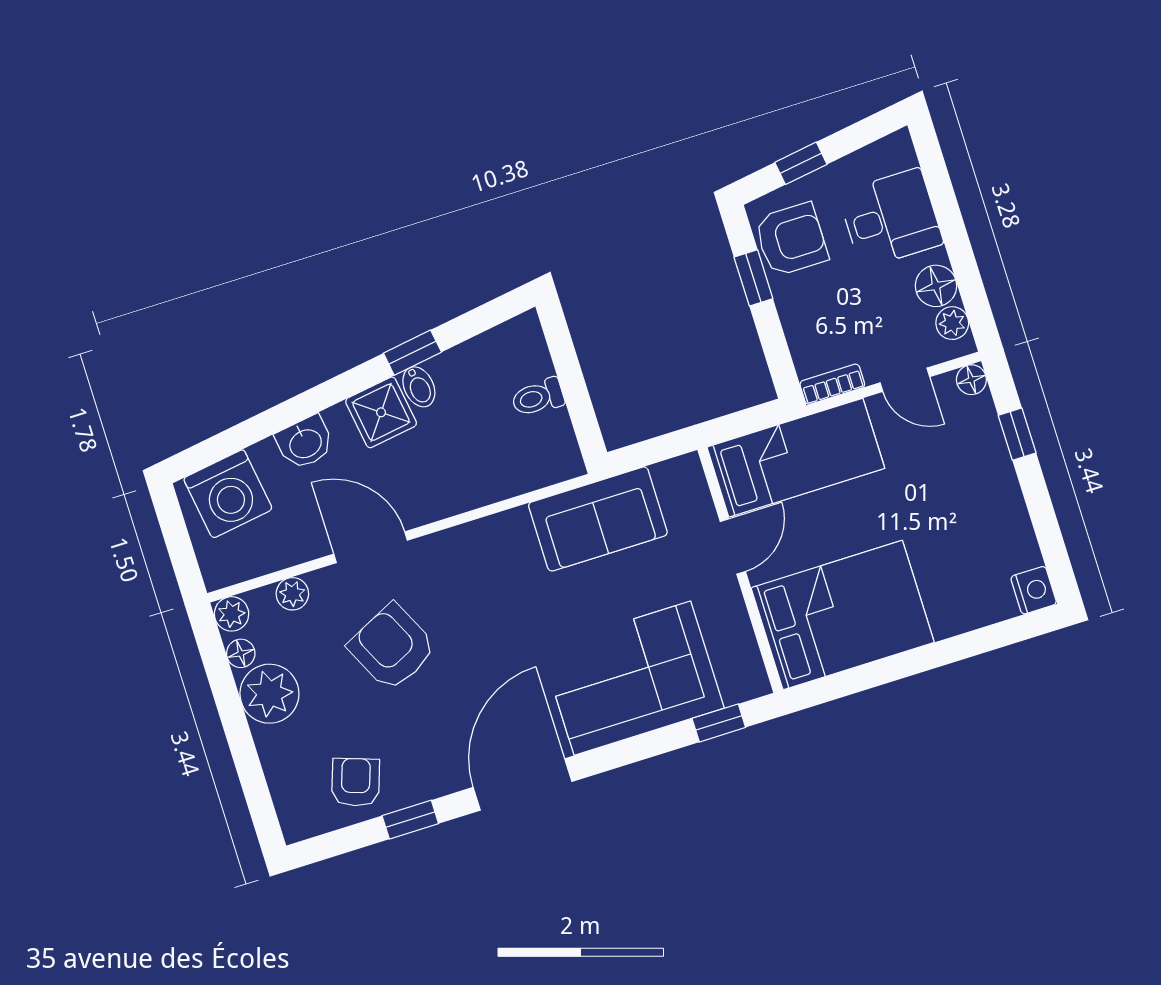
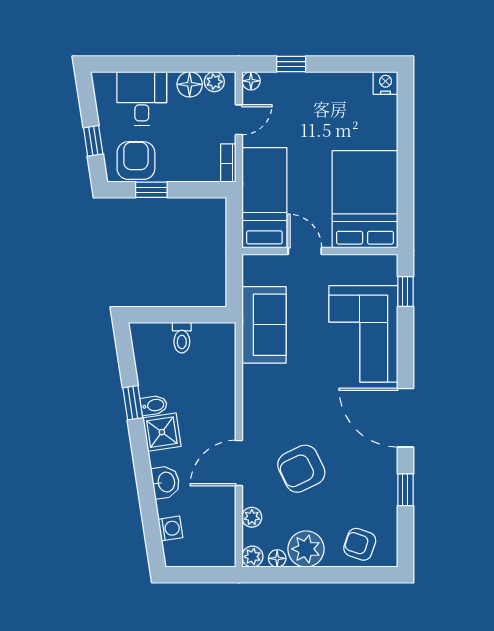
washing machine: (228, 494) -> (170, 528), width x0.53, depth x0.53
armchair: (356, 782) -> (360, 544), moved

